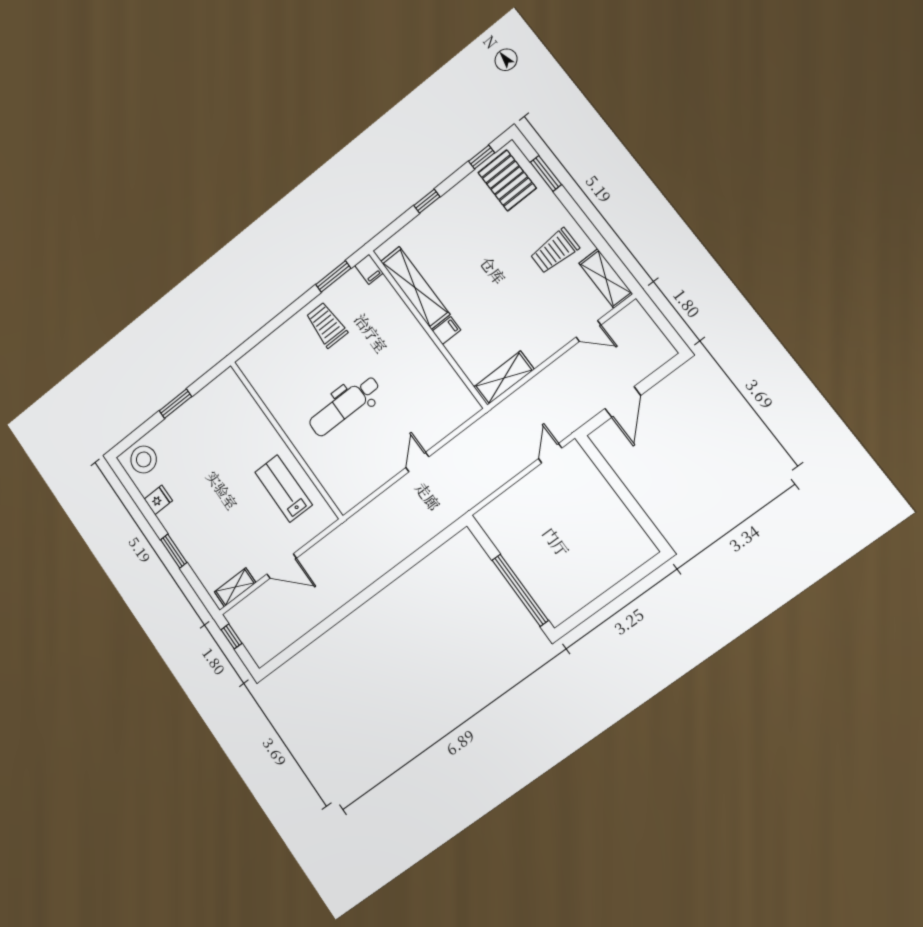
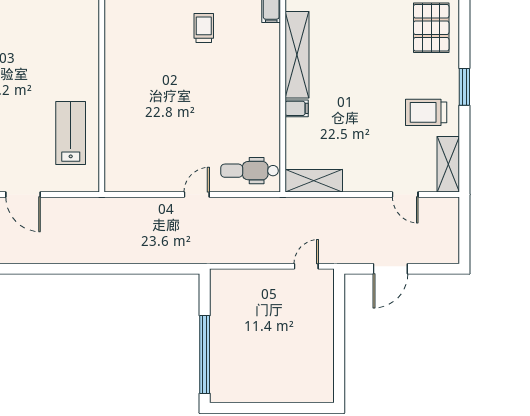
window: (546, 173) -> (464, 87), moved
trolley: (327, 325) -> (204, 28), width x0.73, depth x0.72
dental chair: (344, 406) -> (249, 171), moved, width x0.73, depth x0.72

